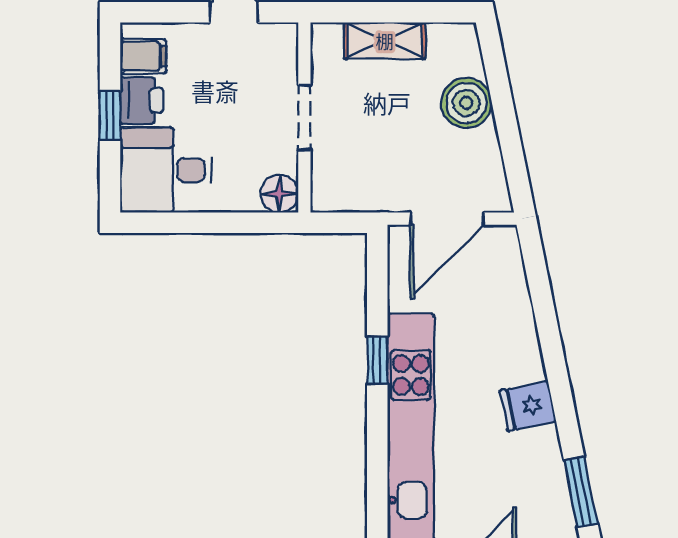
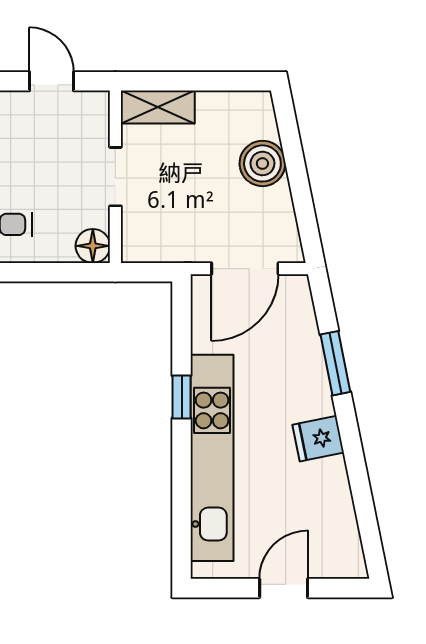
shelving: (385, 41) -> (158, 107), moved
window: (581, 492) -> (335, 363), moved

